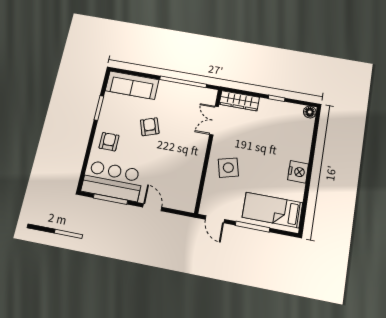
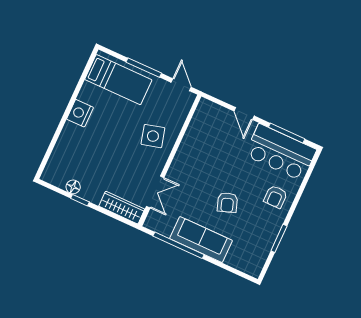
sofa: (132, 85) -> (201, 240), moved
floor lamp: (310, 112) -> (73, 187), moved

